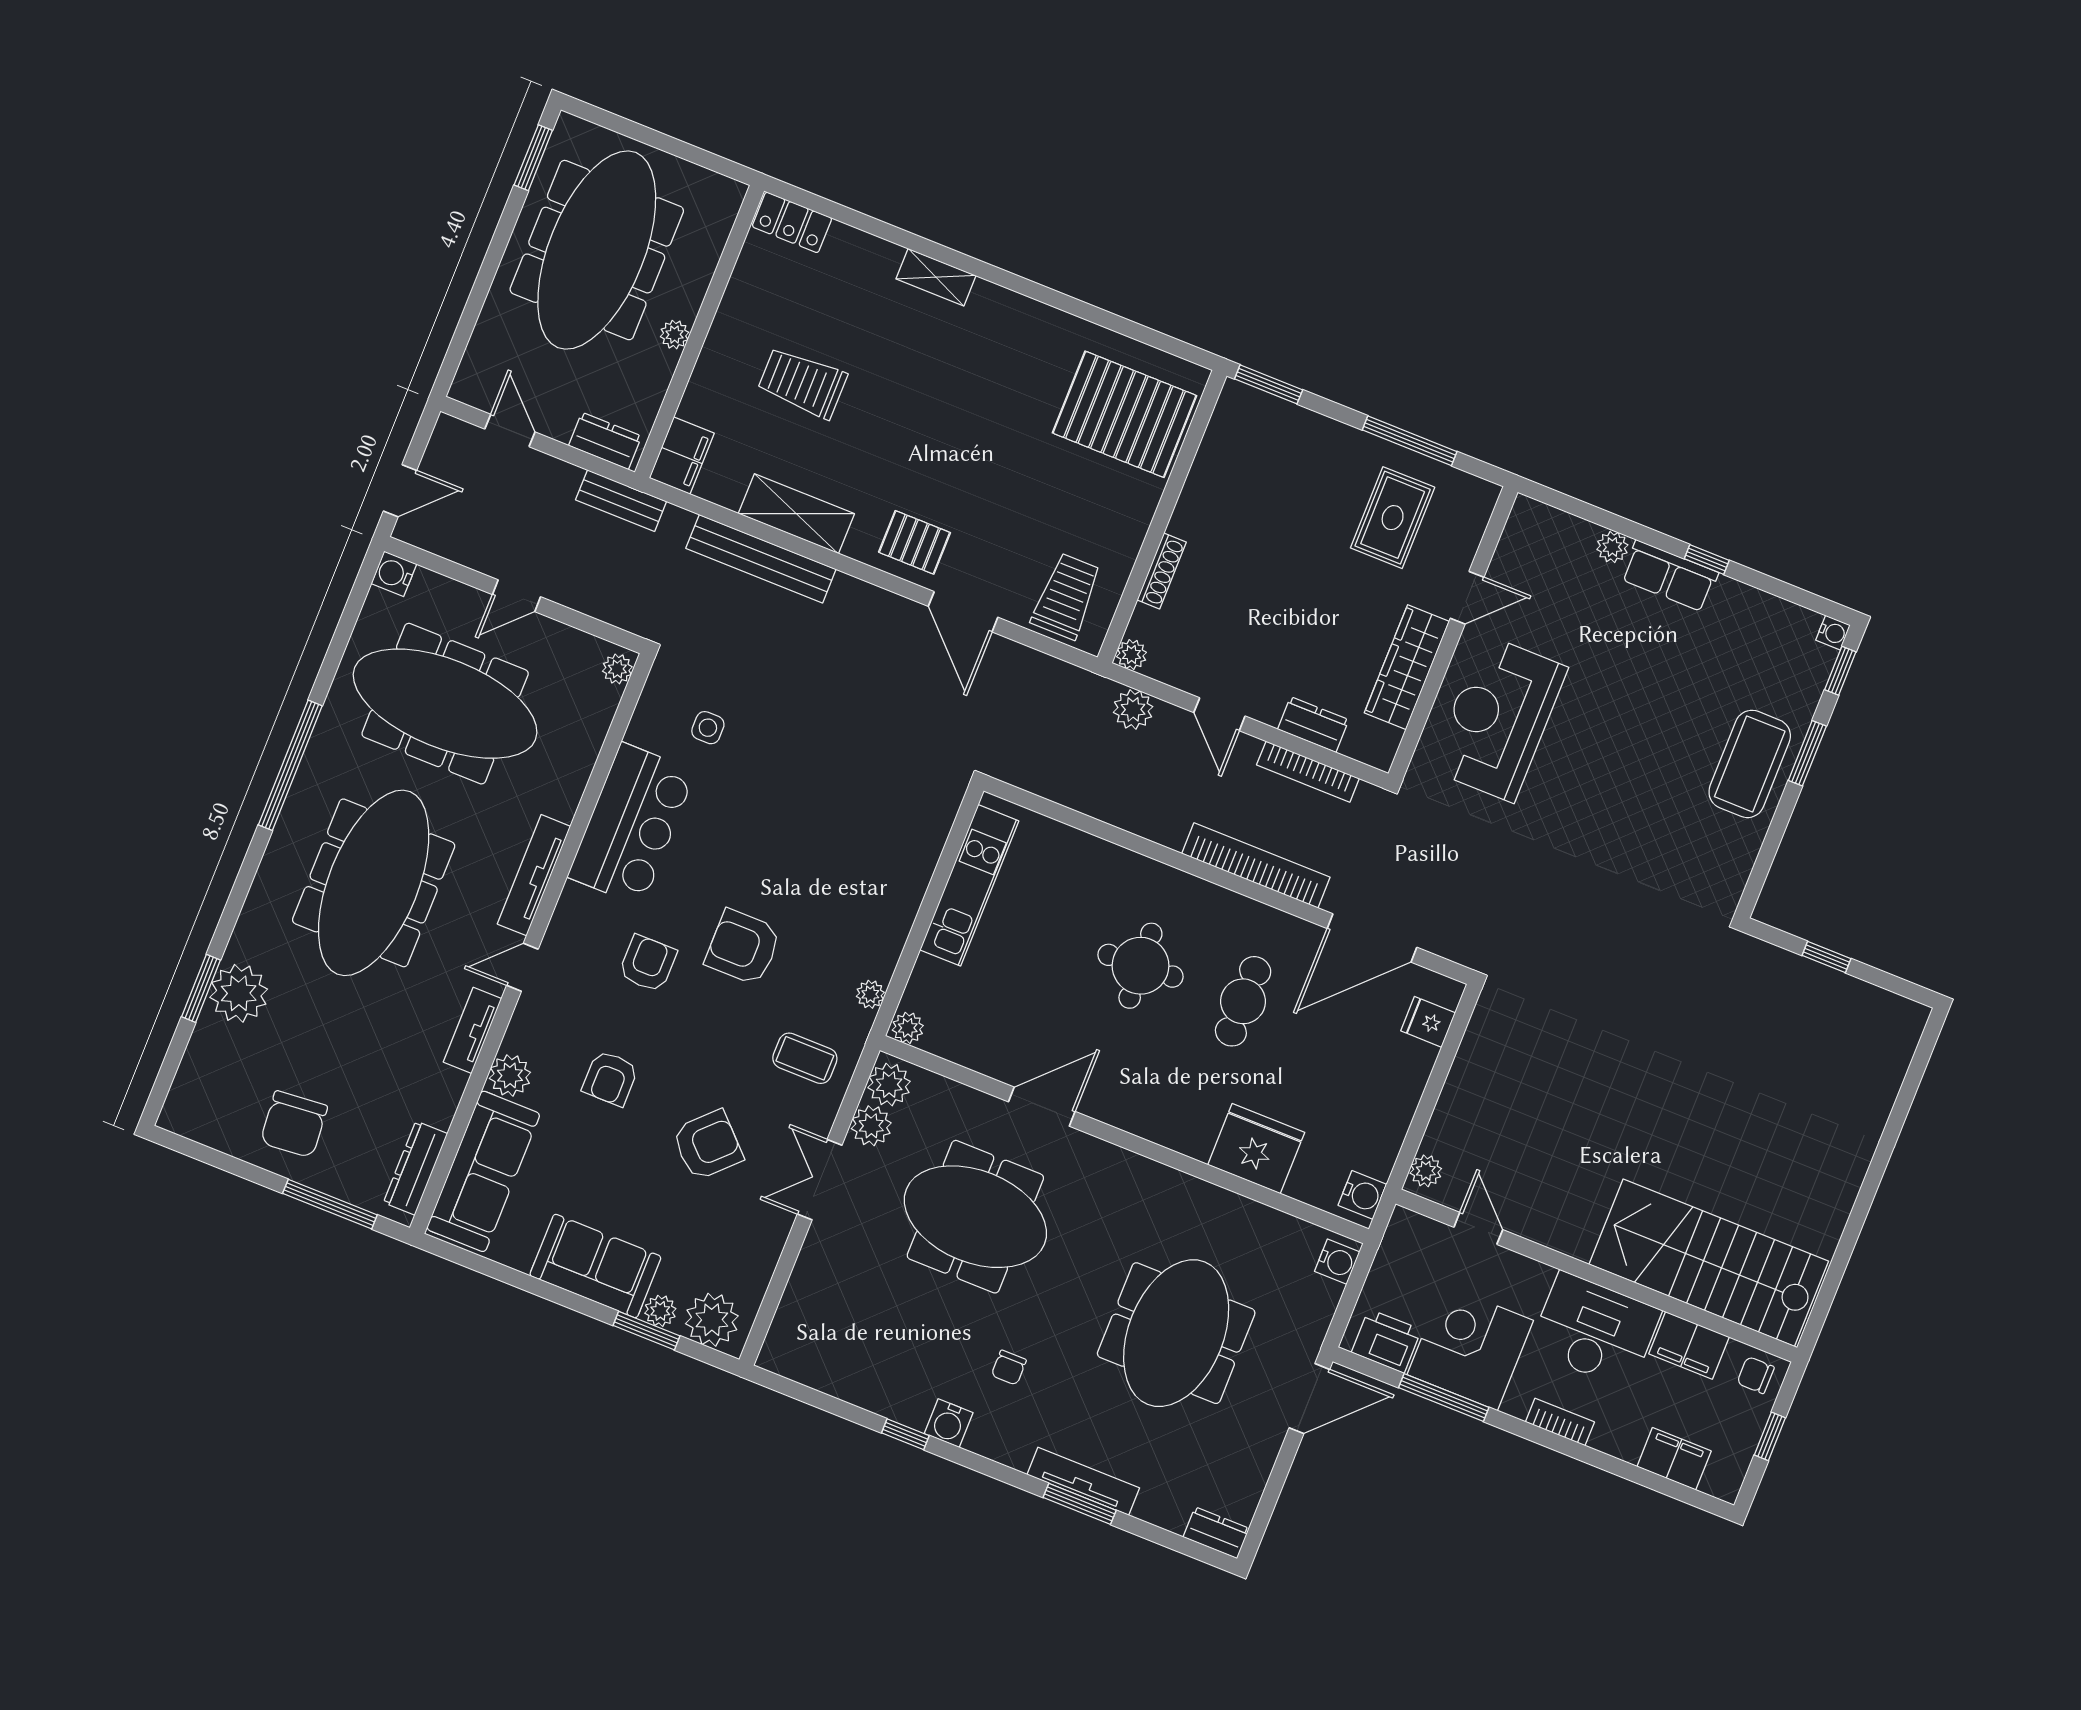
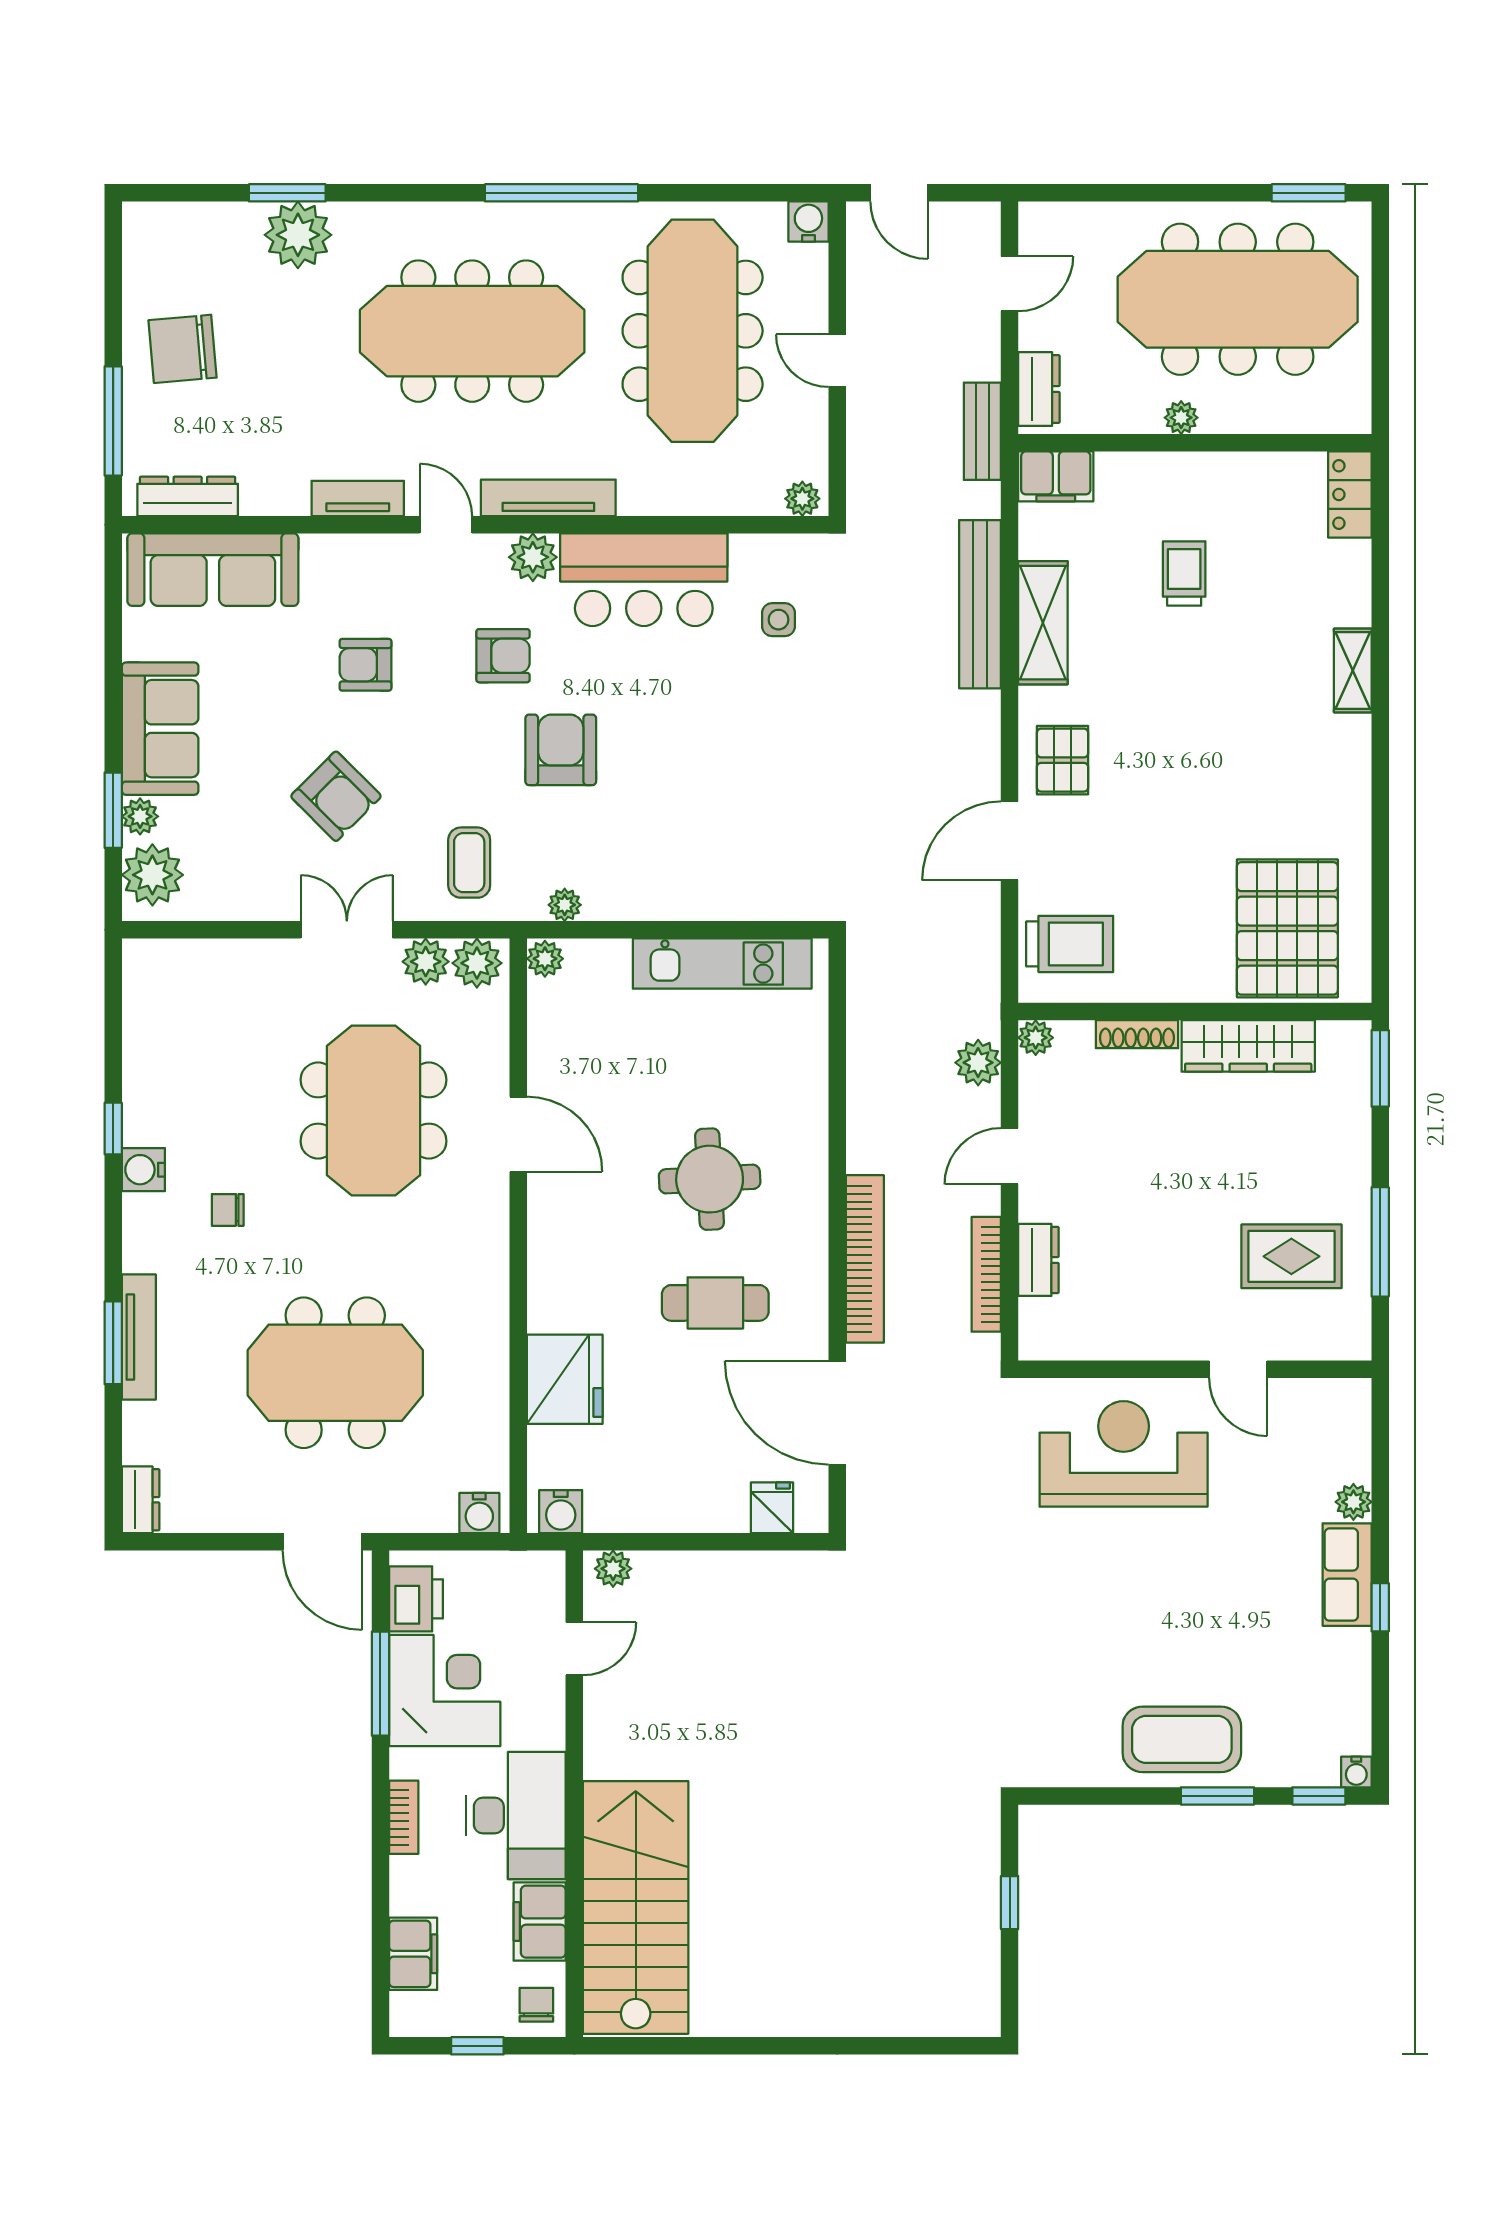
trolley: (802, 383) -> (1184, 573), width x0.73, depth x0.72
wardrobe: (1407, 667) -> (1248, 1046), moved, turned 180
plant: (510, 1075) -> (533, 557), moved

